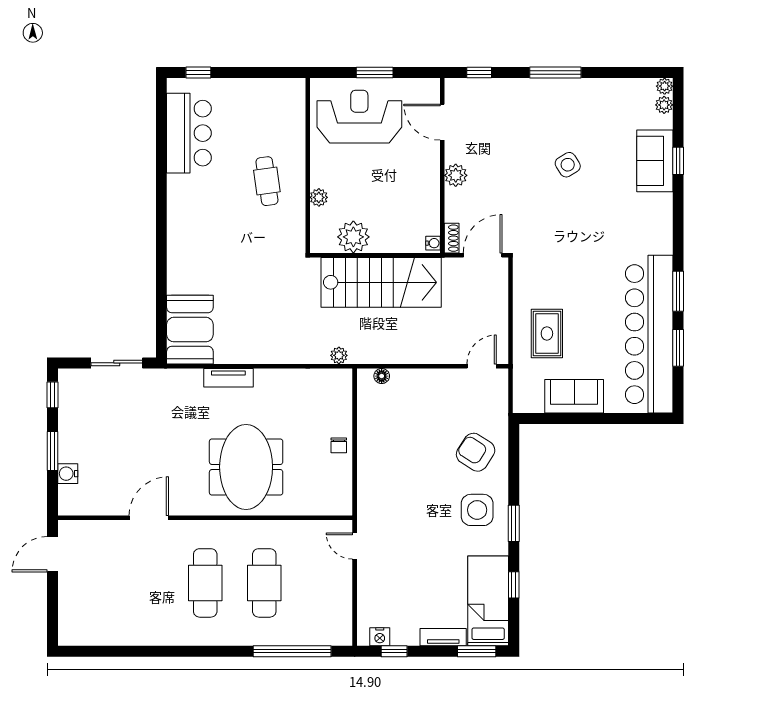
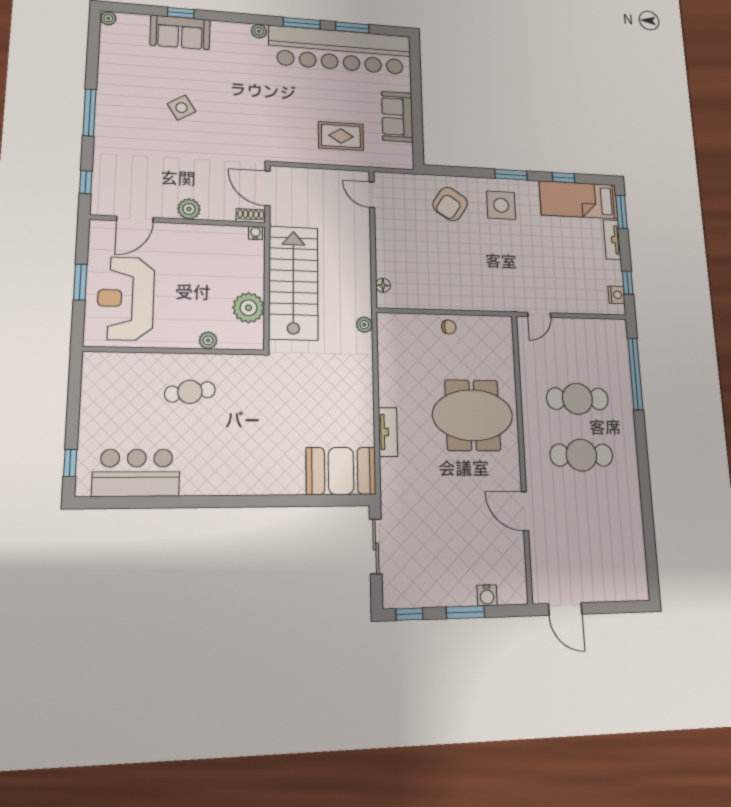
plant: (664, 105) -> (259, 31), moved

